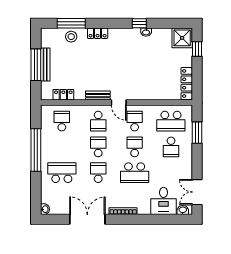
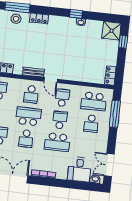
locker: (187, 83) -> (110, 75), width x0.66
window: (197, 133) -> (115, 114), width x1.44
school desk: (98, 147) -> (28, 116), width x1.85
school desk: (98, 173) -> (26, 139), turned 180

